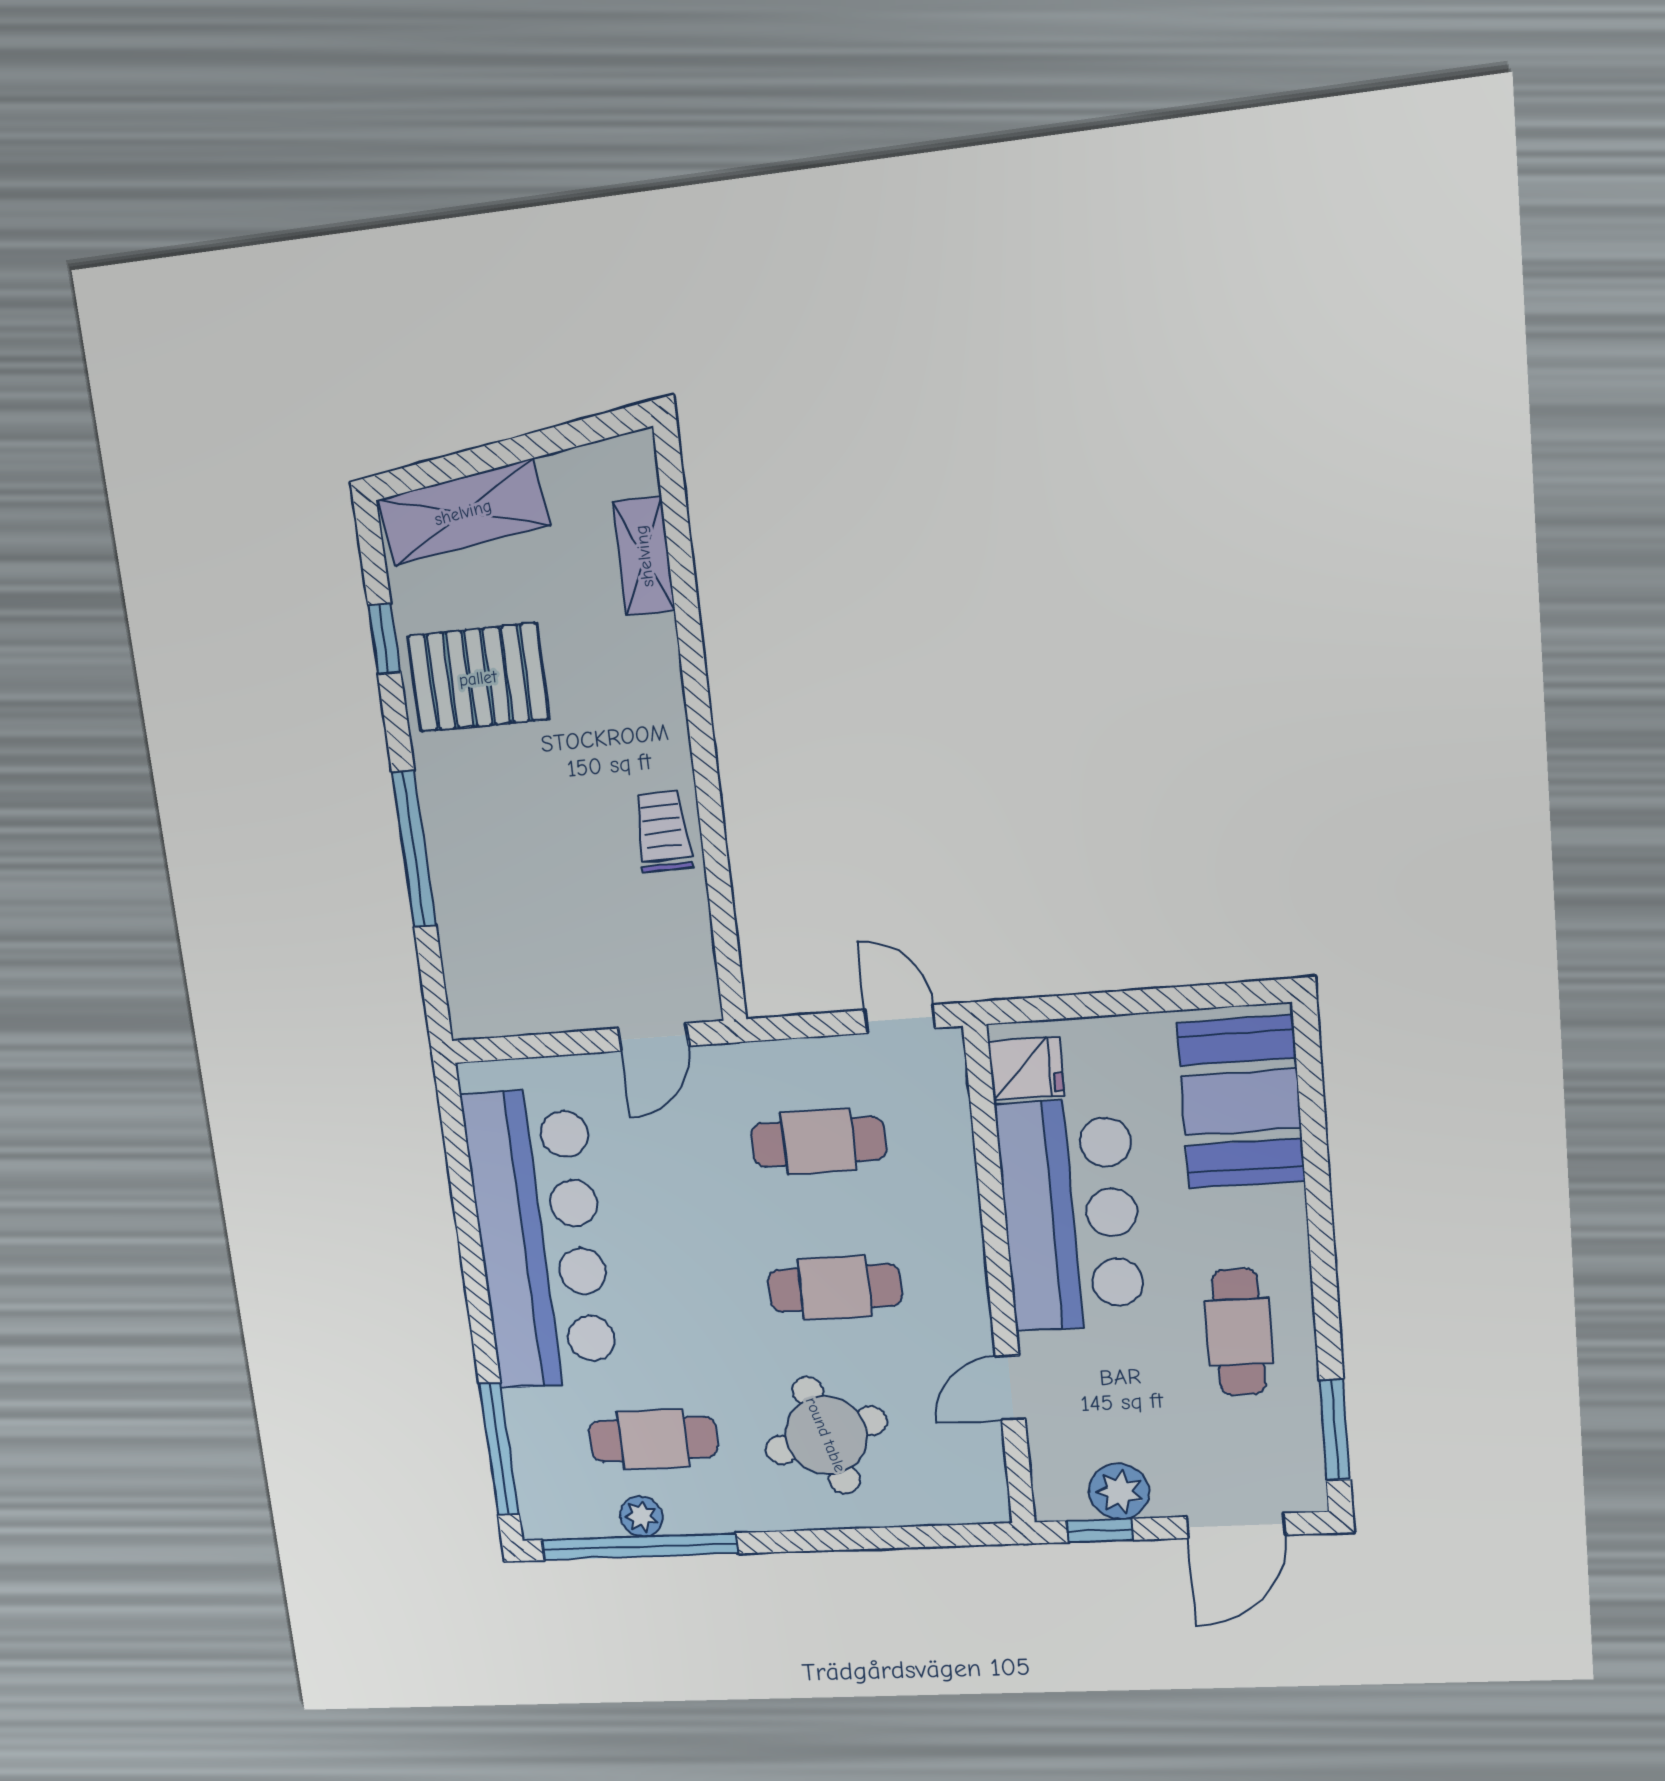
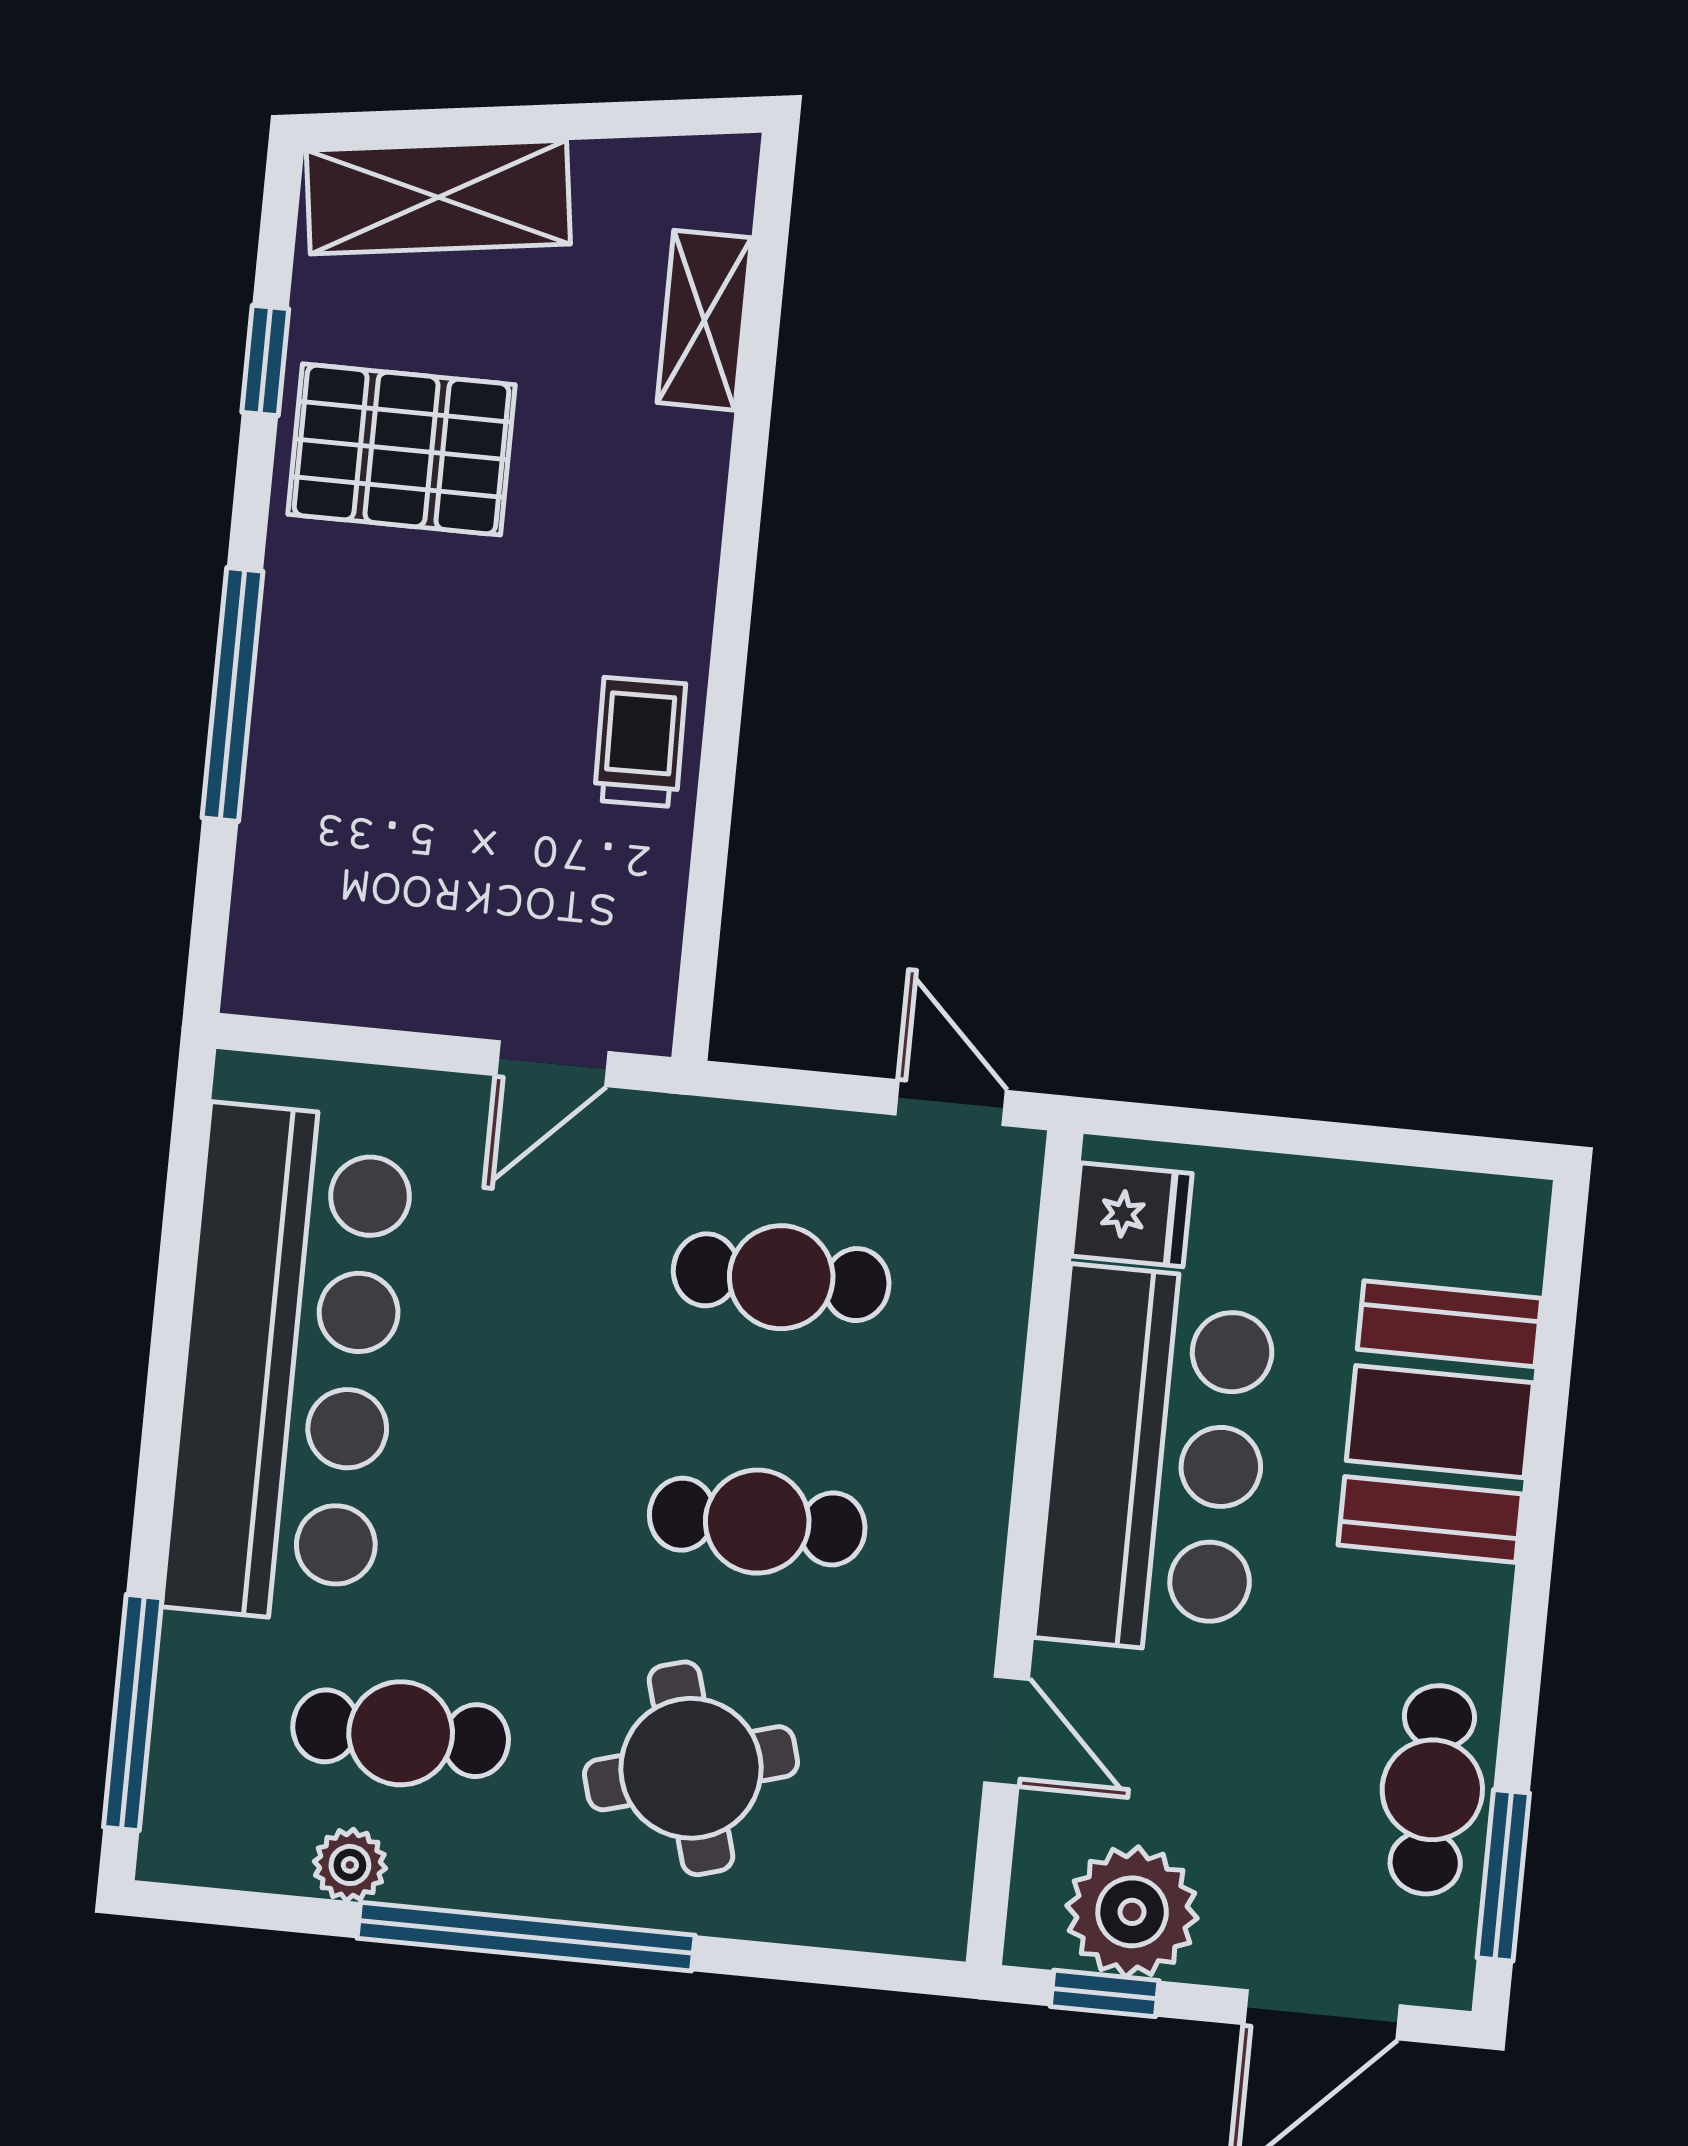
booth: (1241, 1102) -> (1440, 1422), moved
cafe table: (1239, 1332) -> (1432, 1790), moved
door: (1010, 1388) -> (1007, 1731), swing flipped
plant: (1119, 1491) -> (1132, 1912), width x1.36, depth x1.36
window: (639, 1547) -> (526, 1937), moved

